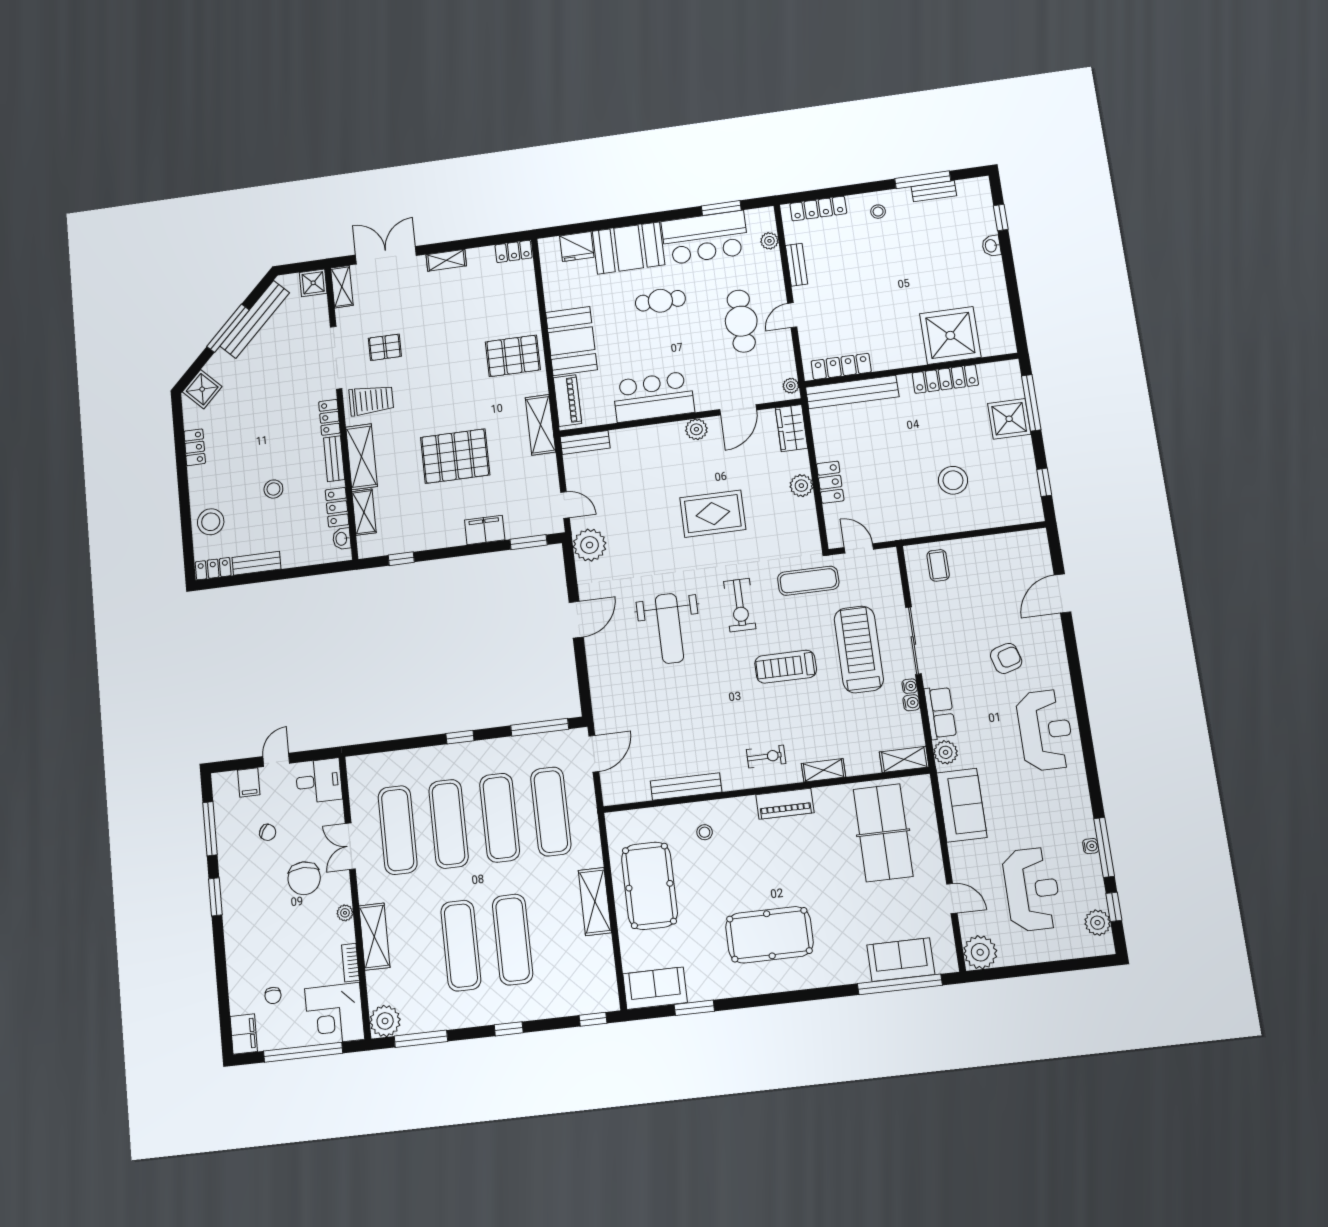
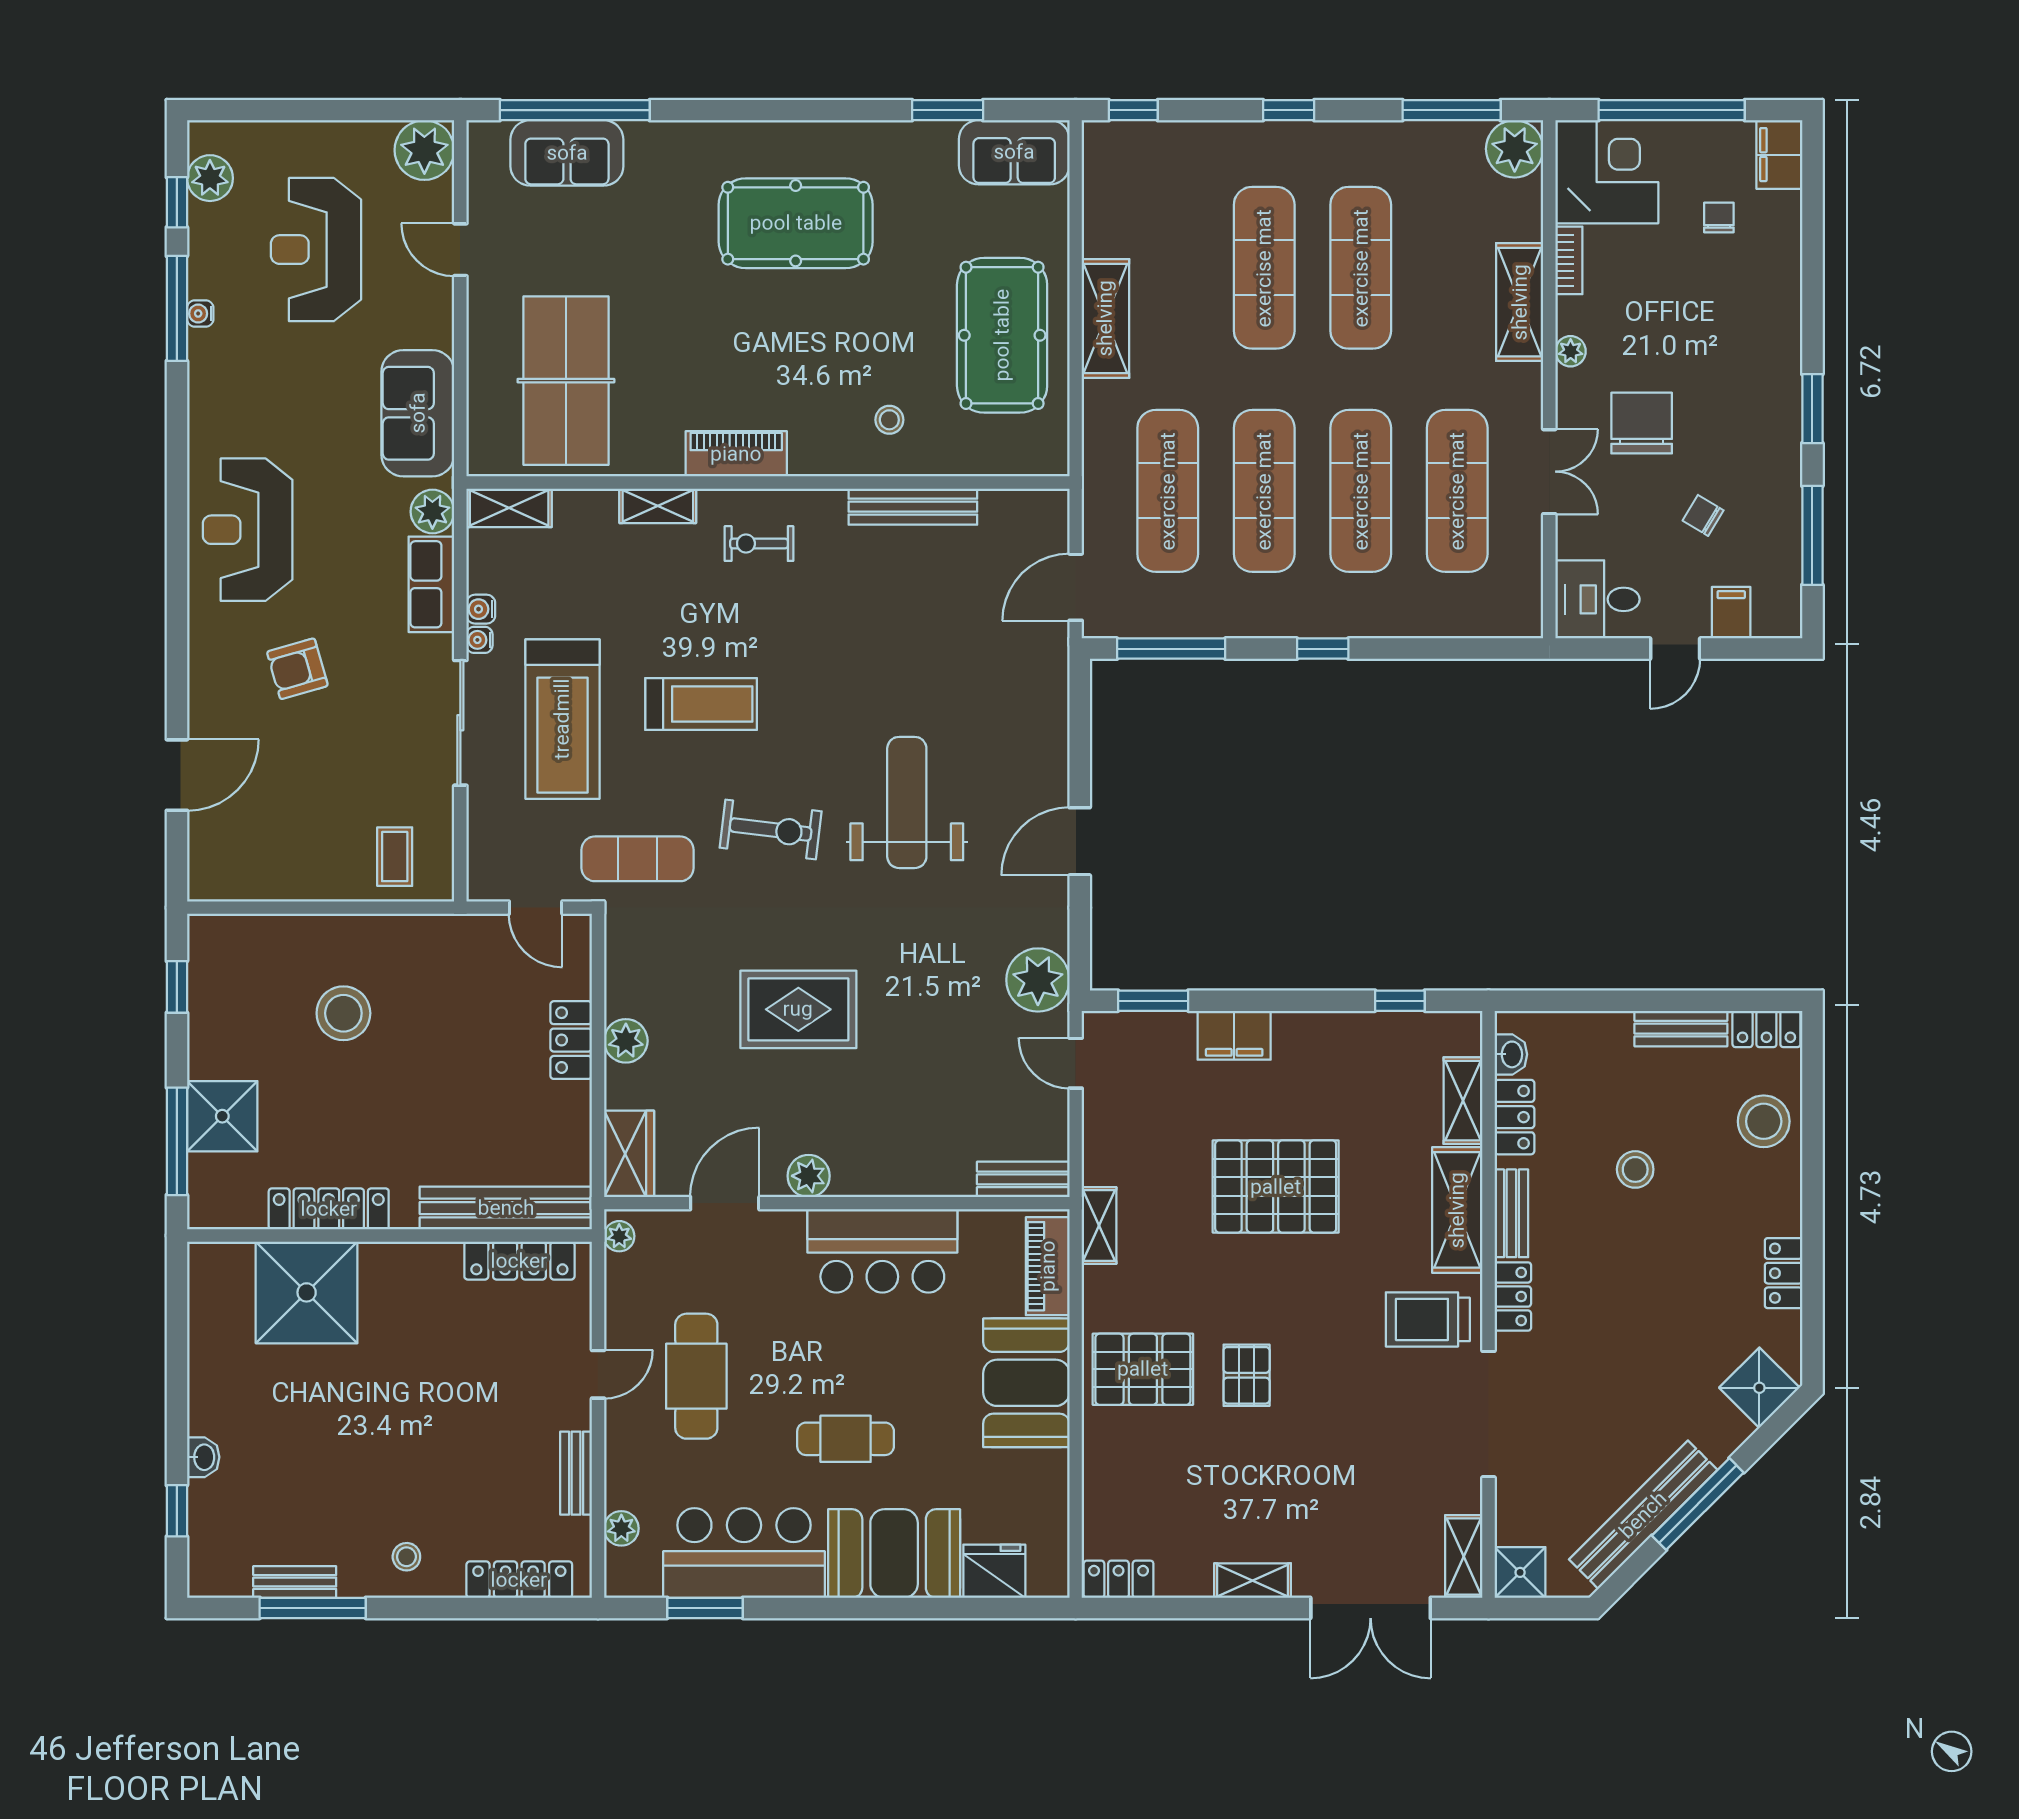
pallet: (385, 347) -> (1247, 1375), moved, turned 90
shelving: (540, 425) -> (1099, 1225), width x0.67, depth x0.75
exercise bike: (740, 605) -> (771, 829), turned 97

